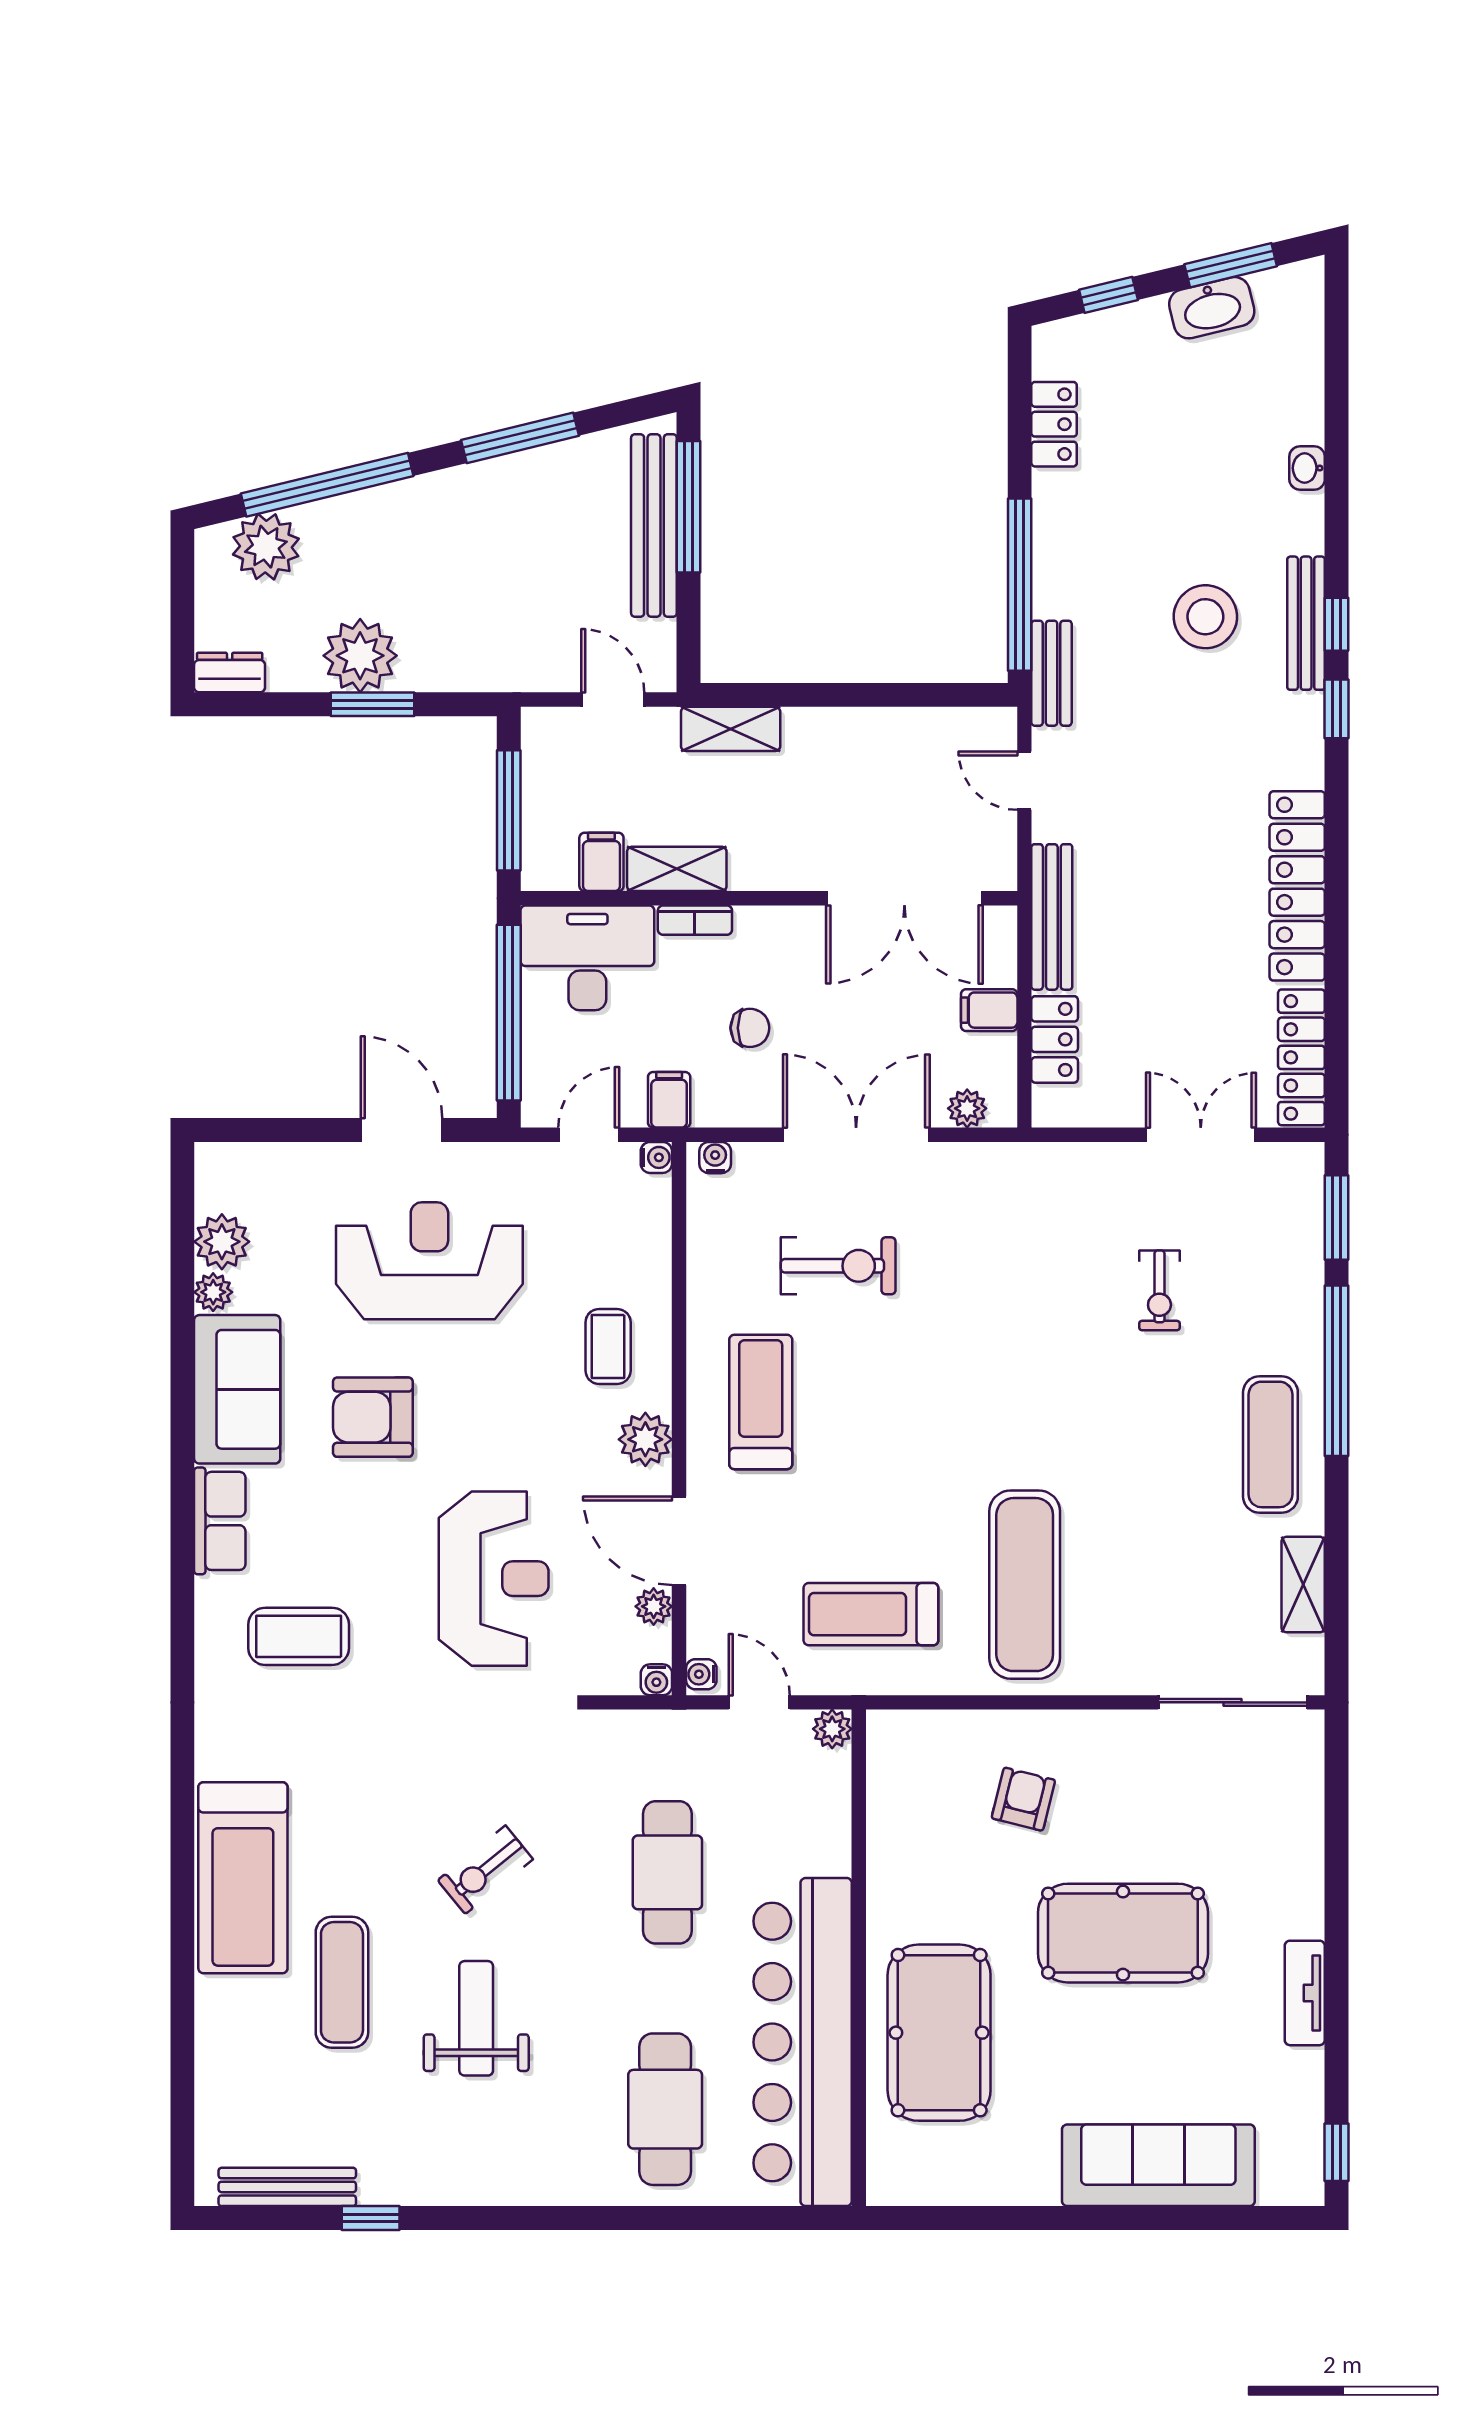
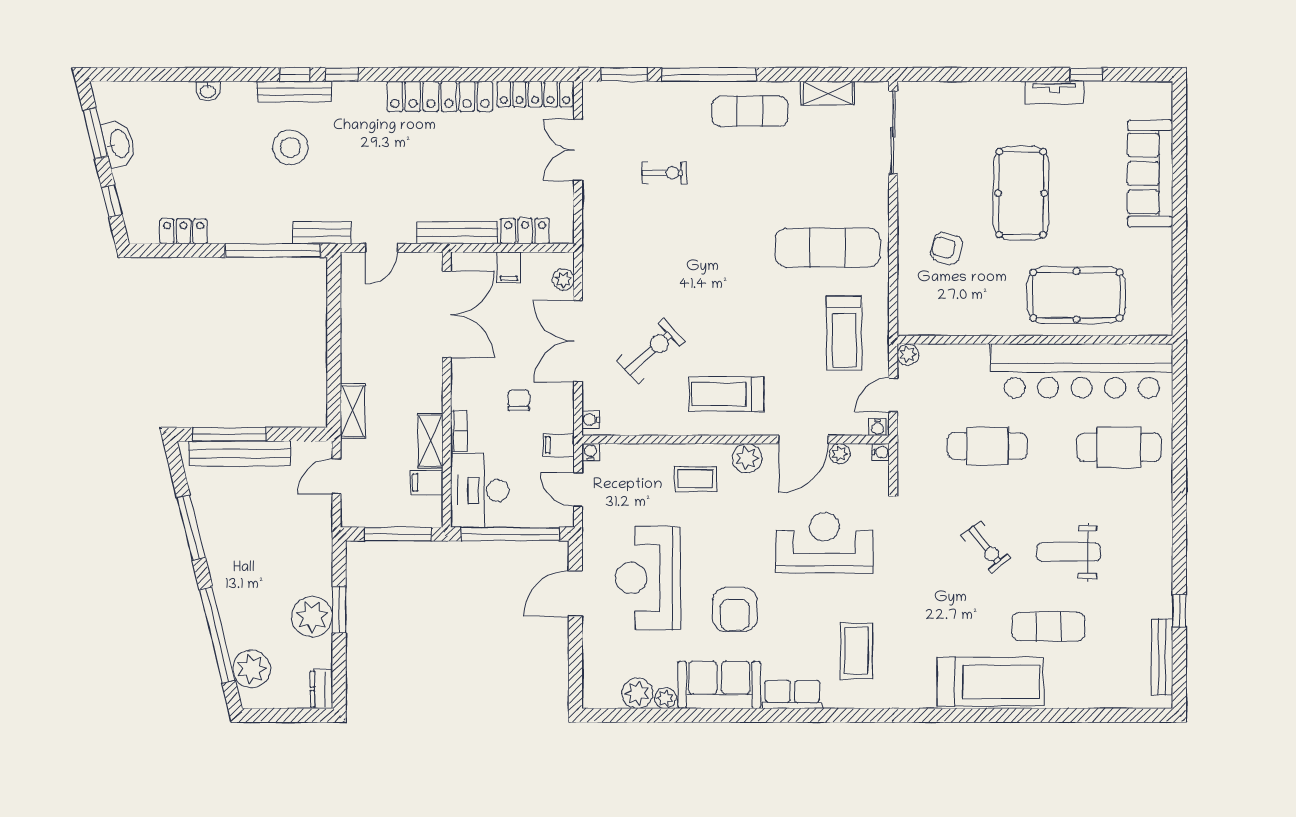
exercise bike: (838, 1266) -> (651, 351), turned 48
window: (1337, 2152) -> (1086, 75), moved

